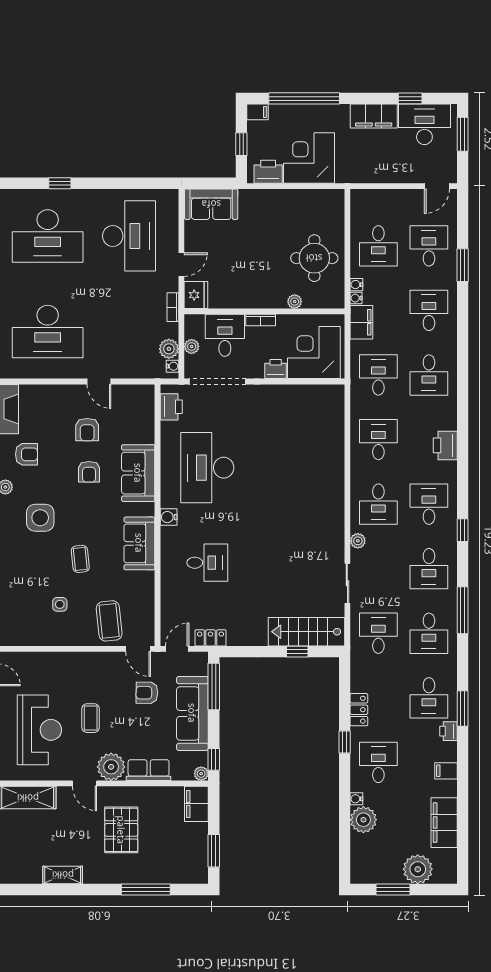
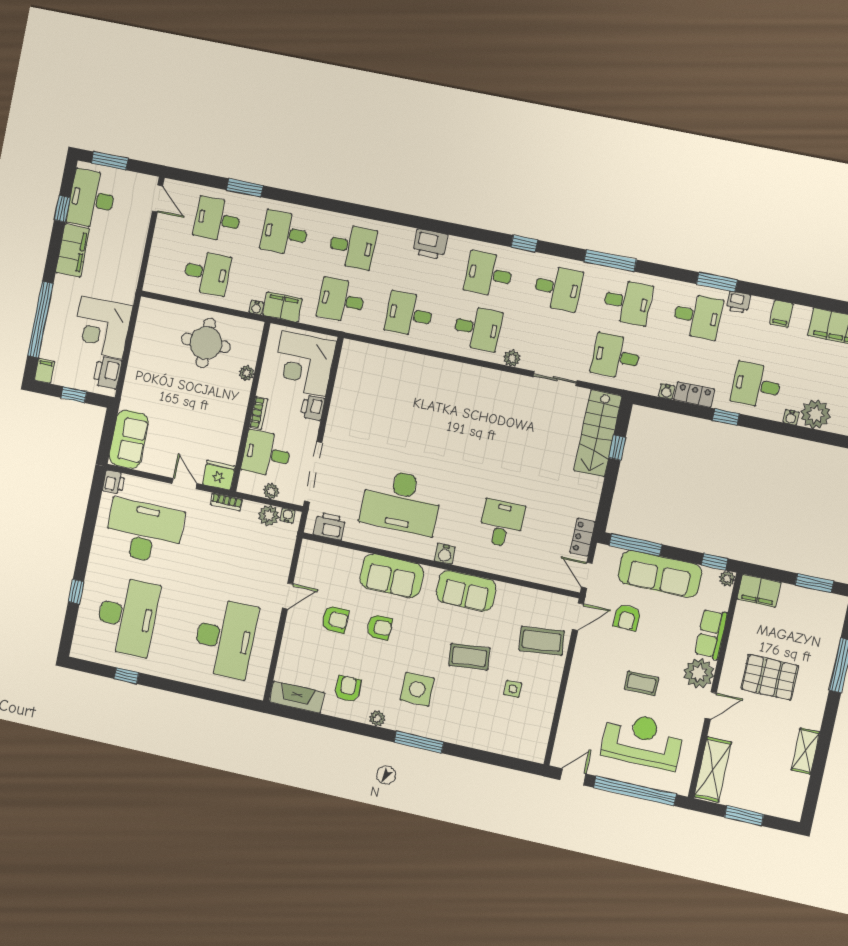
printer: (169, 198) -> (114, 482), added
water cooler: (356, 285) -> (667, 392), moved
coffee table: (80, 559) -> (469, 657), width x1.36, depth x1.30

